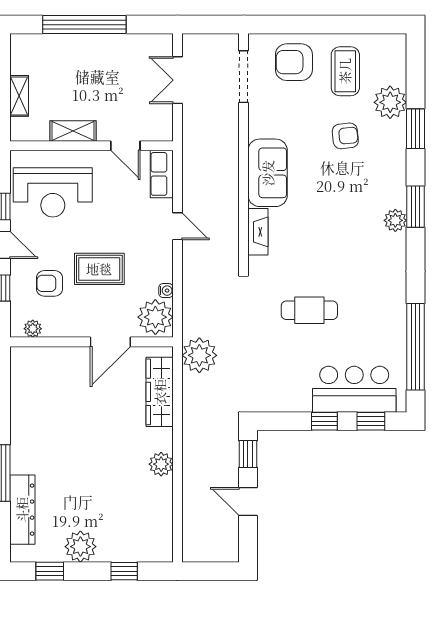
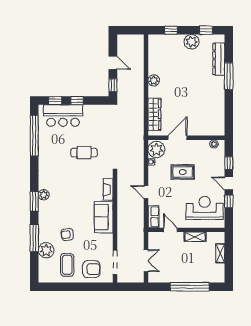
window: (415, 129) -> (34, 238), width x1.44
armchair: (49, 283) -> (206, 165), removed
plant: (199, 355) -> (136, 131), removed

